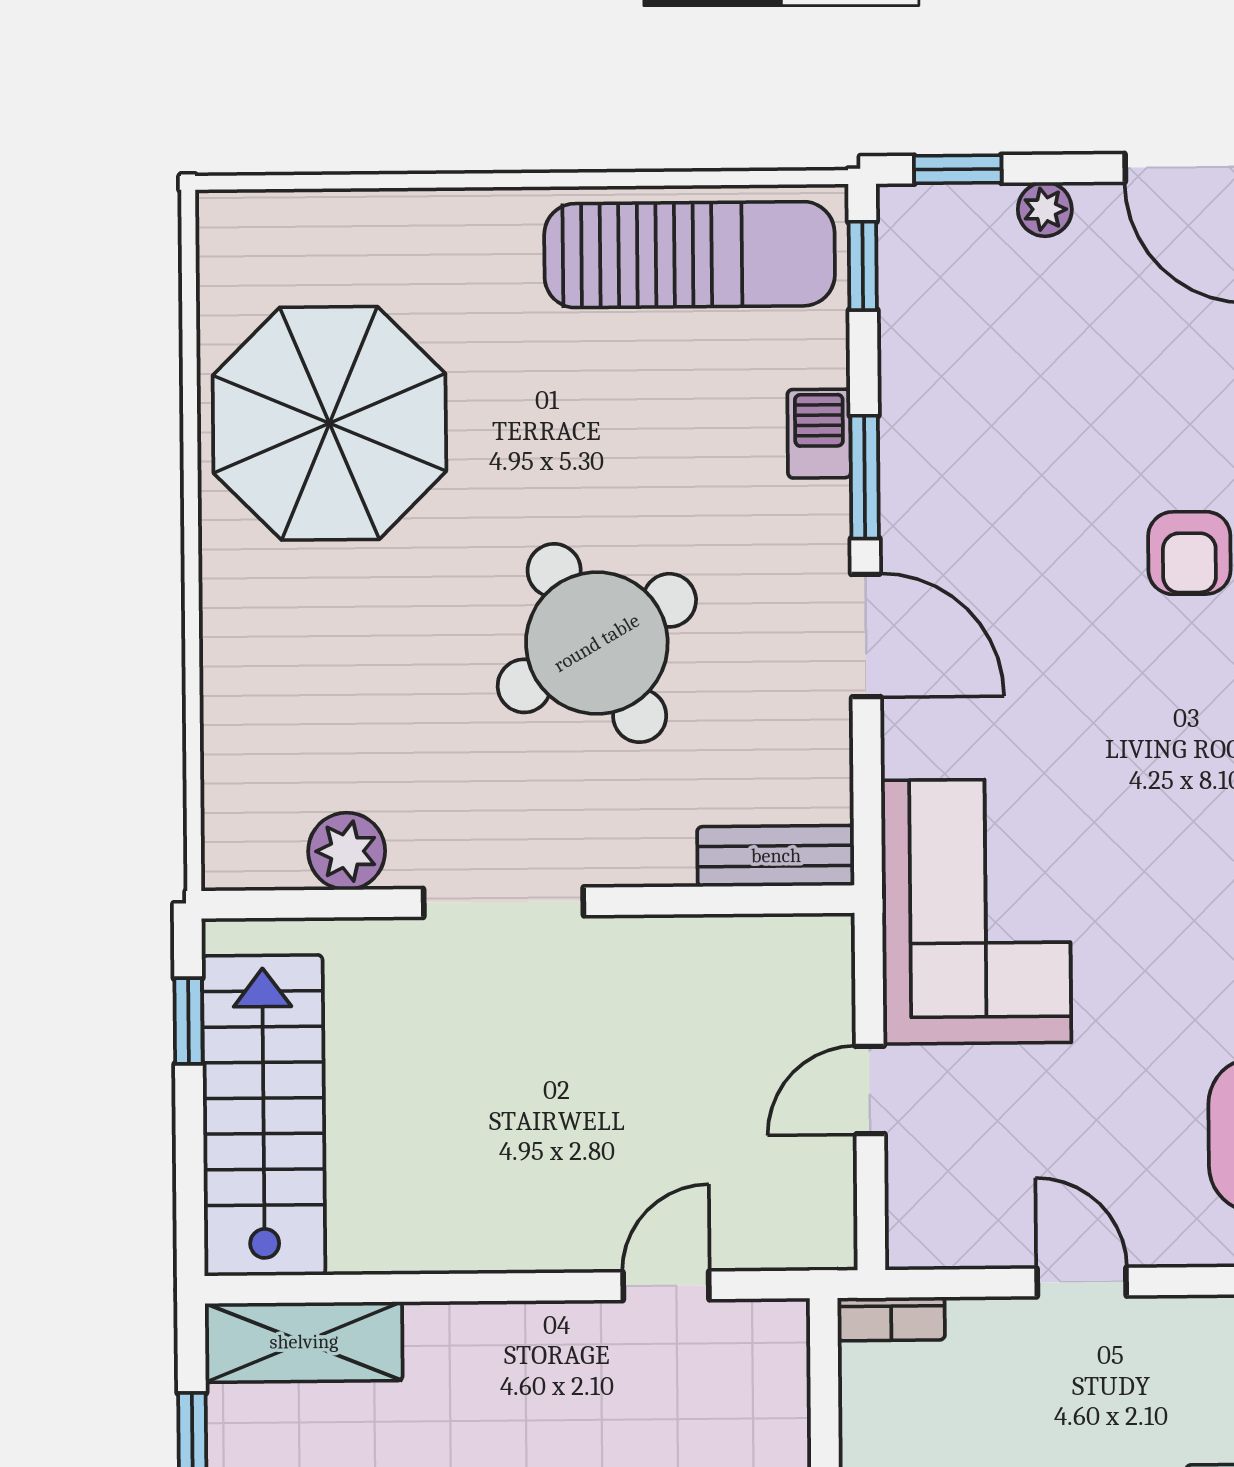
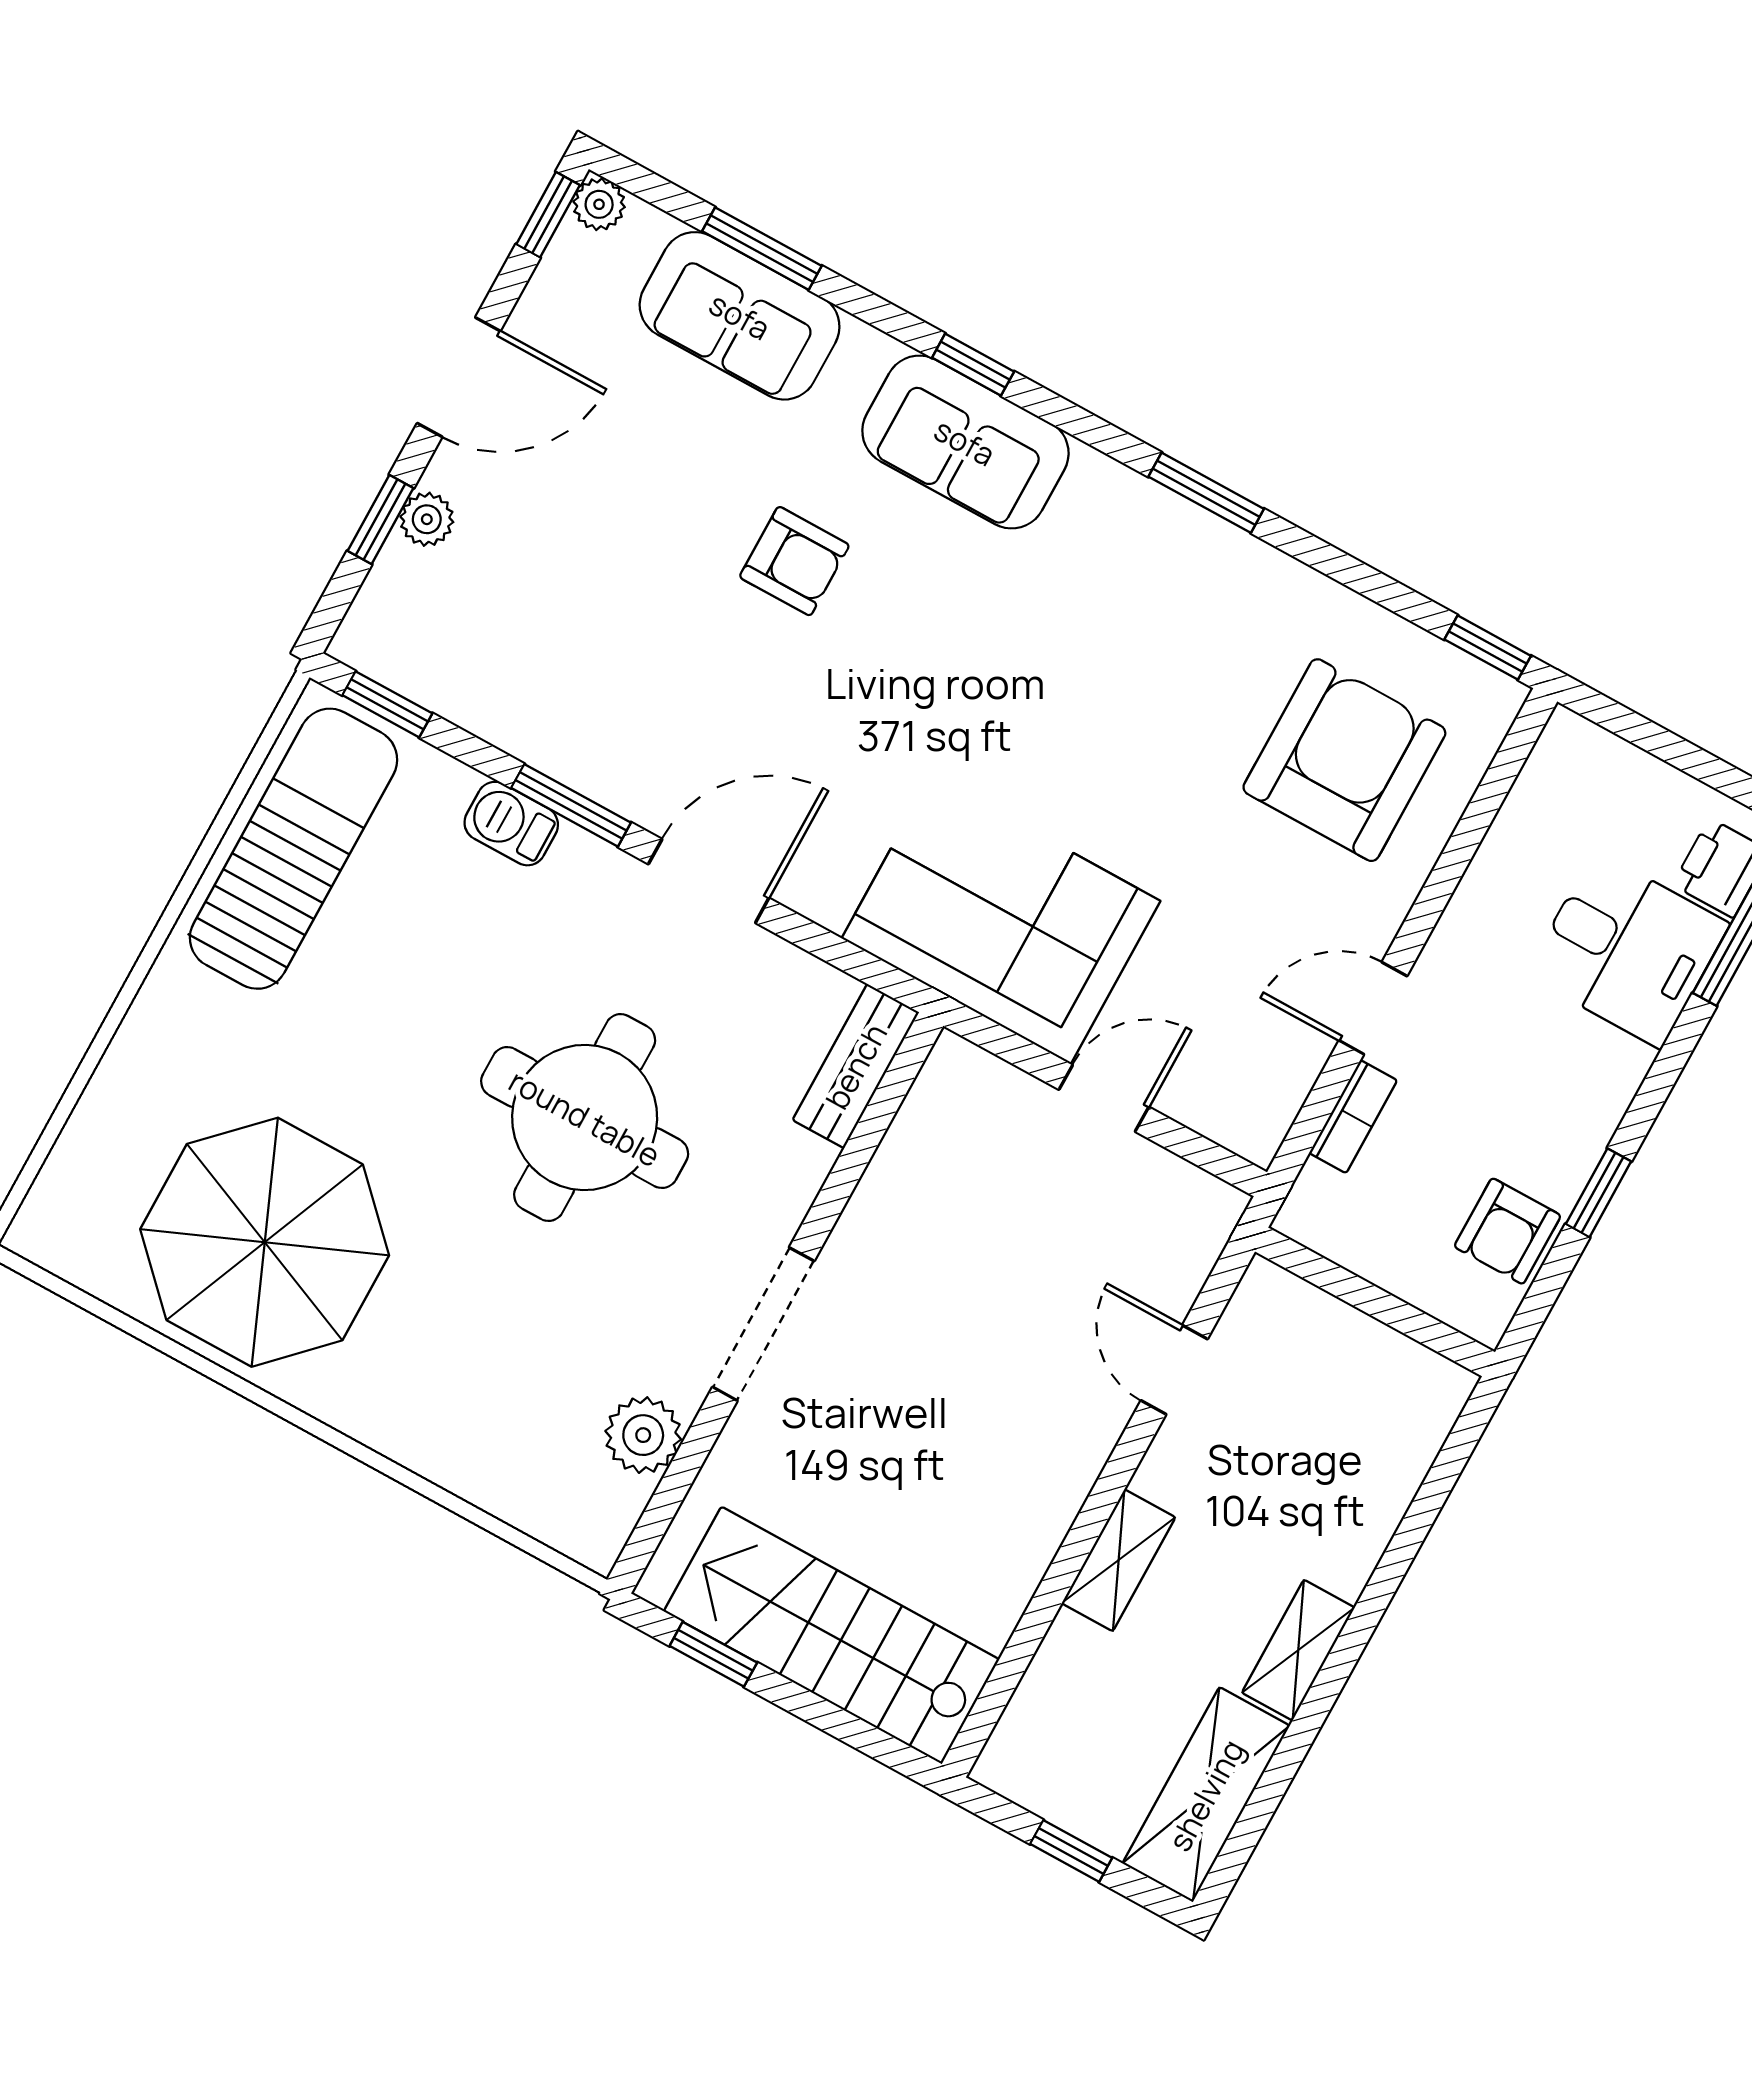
window: (958, 169) -> (380, 520), moved
round table: (597, 643) -> (585, 1118), turned 30
door: (870, 1090) -> (1104, 1098), swing flipped
bookcase: (891, 1319) -> (1353, 1117), moved
shelving: (304, 1342) -> (1119, 1560), moved, width x0.67, depth x0.75

